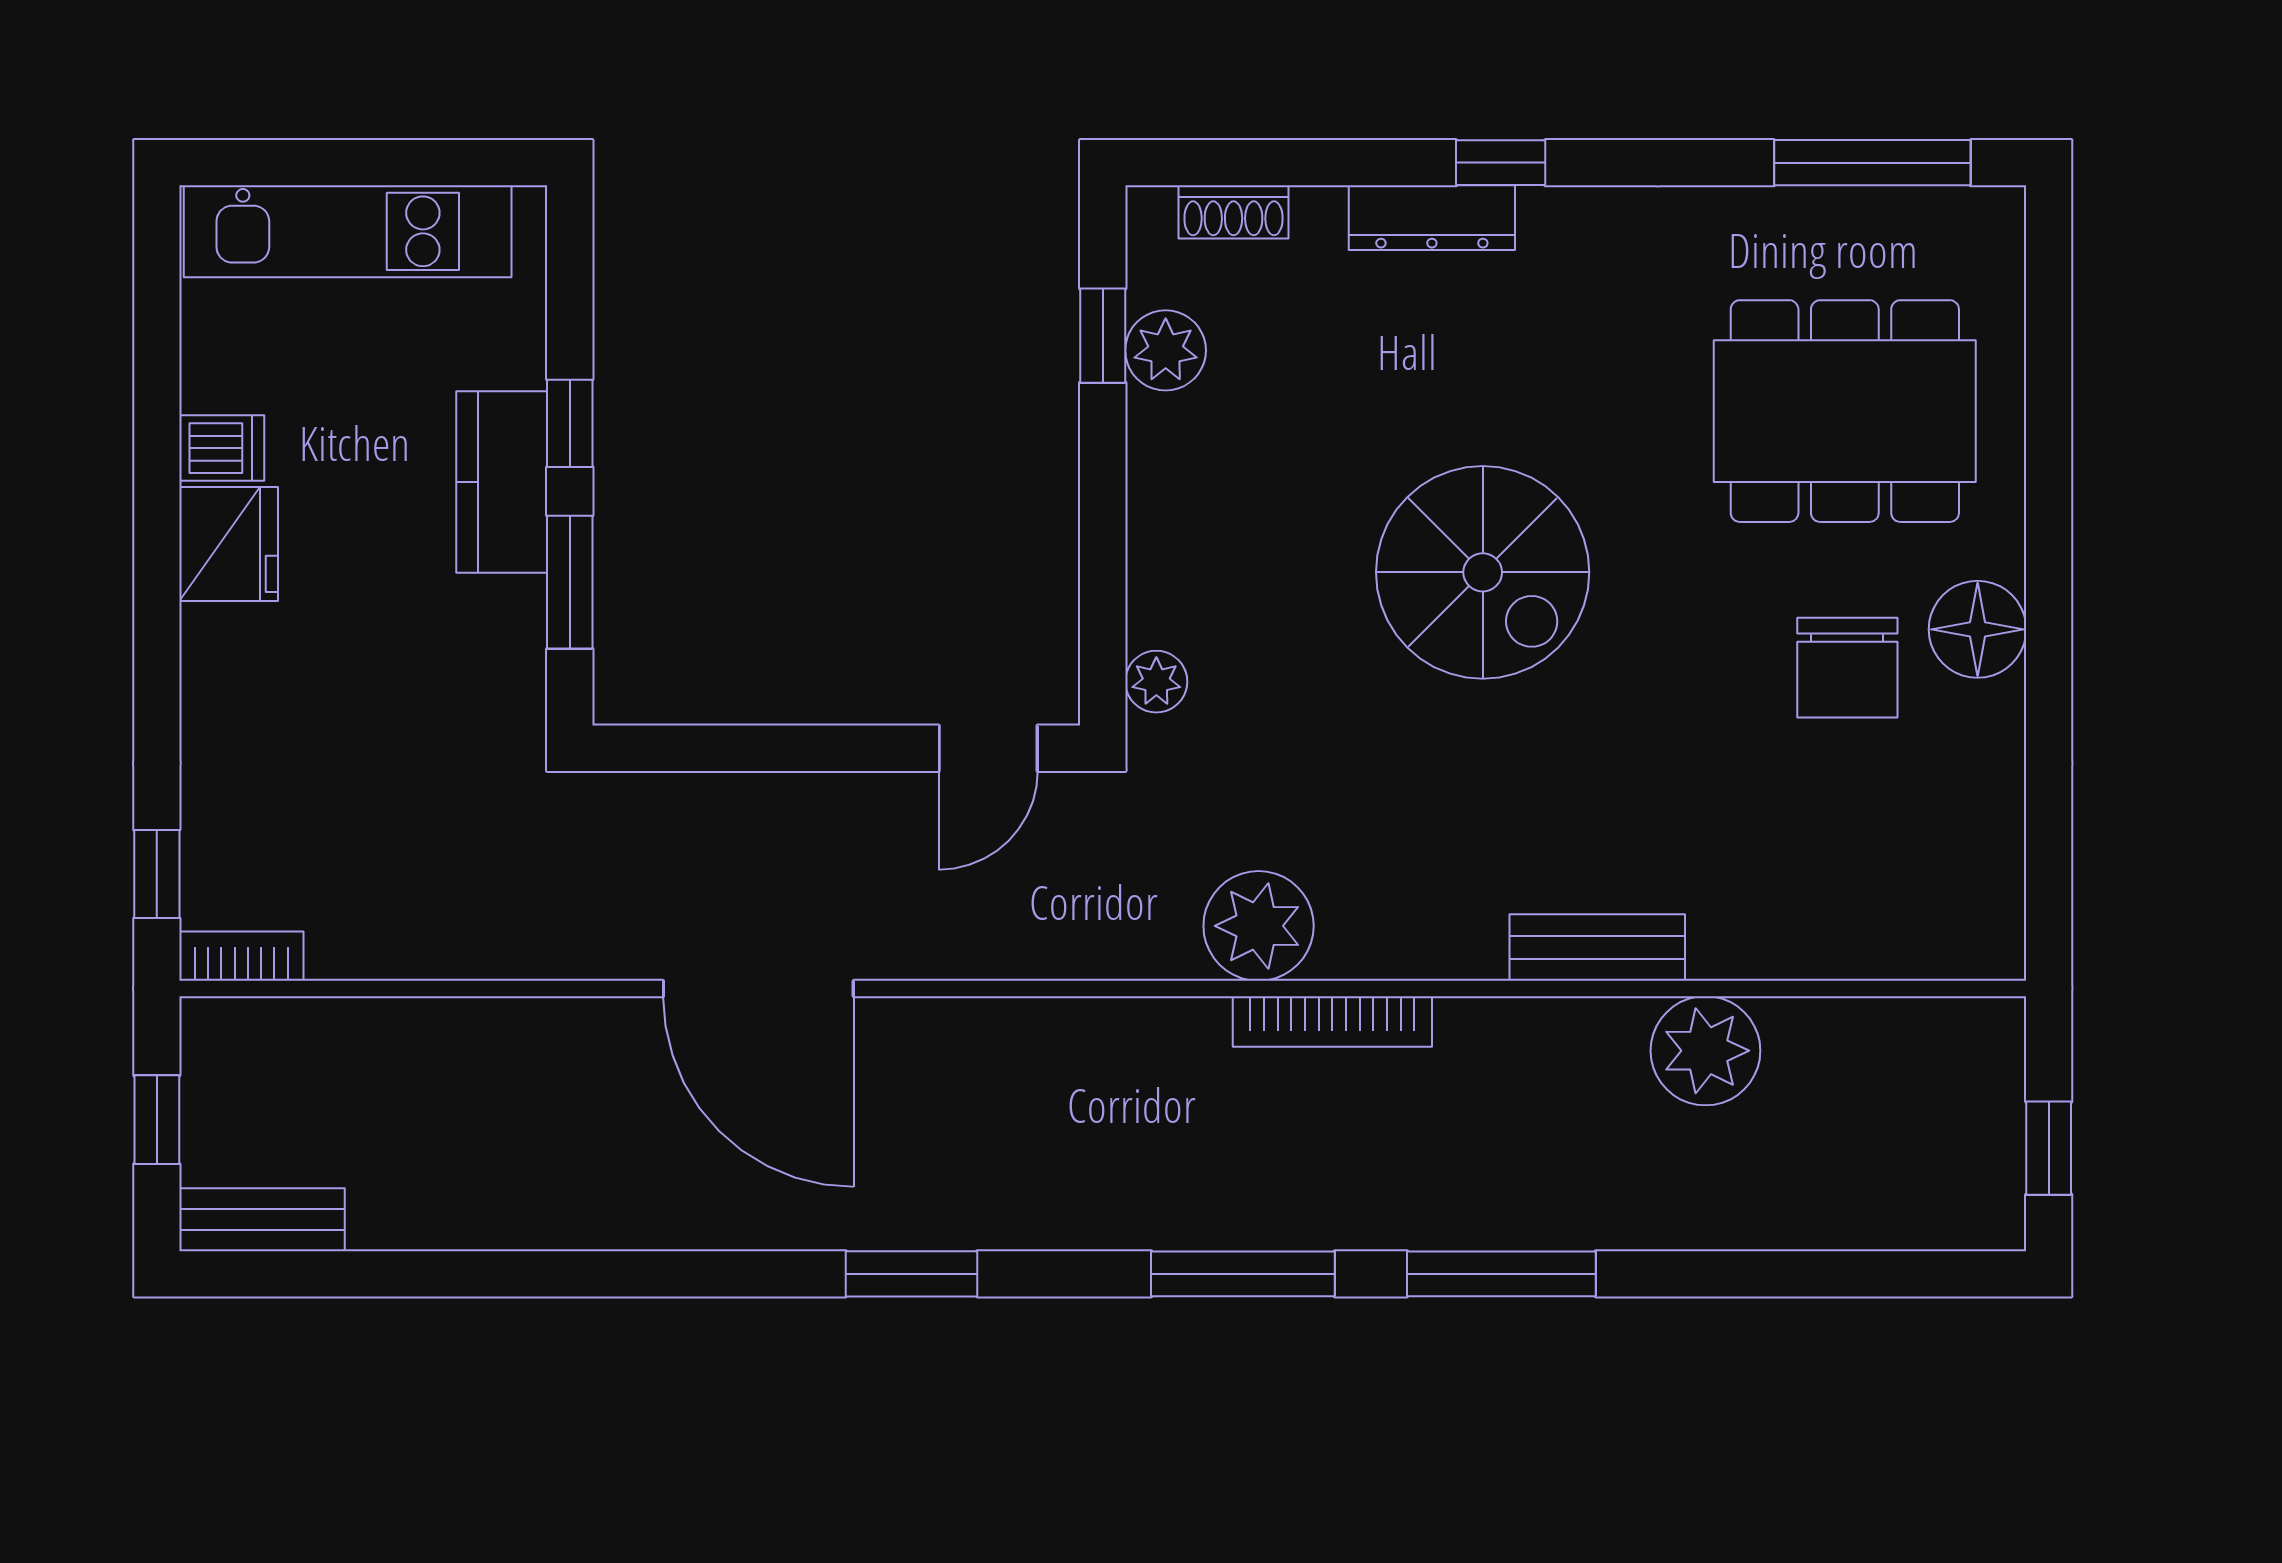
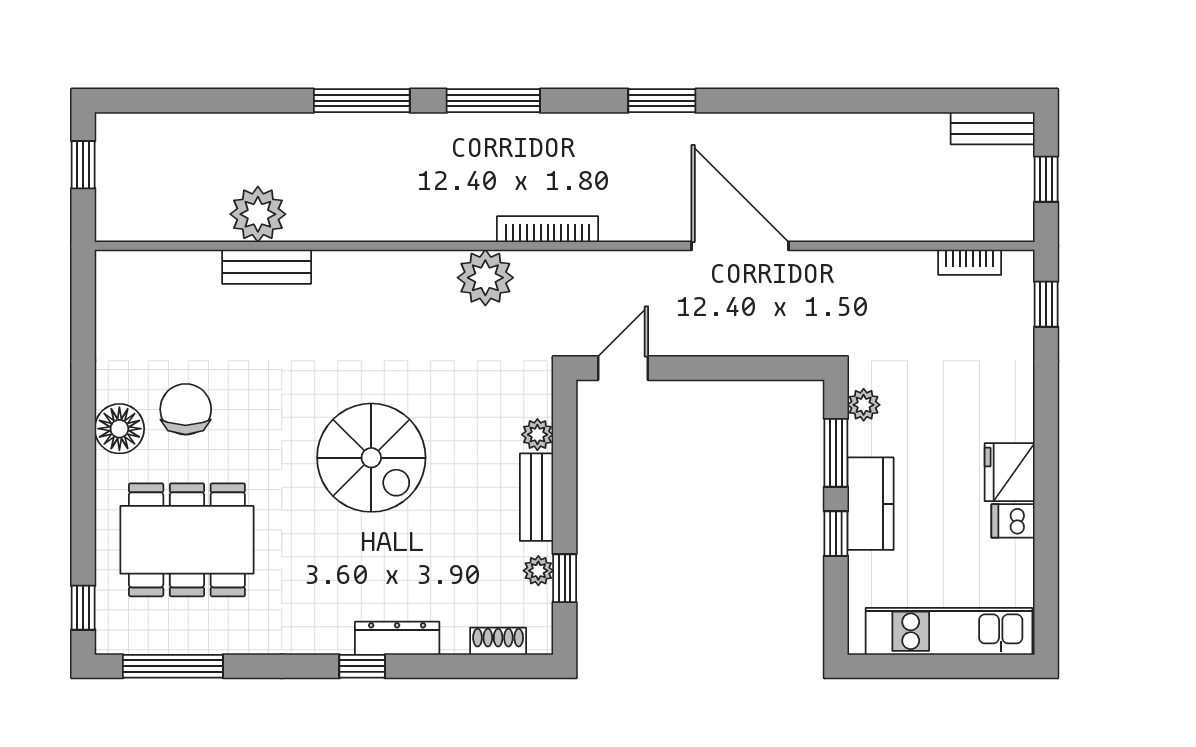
window: (2049, 278) -> (83, 608), added
plant: (1166, 350) -> (538, 571), width x0.73, depth x0.73
bench: (1158, 495) -> (536, 497), added
spiral stairs: (1483, 572) -> (371, 458), turned 180
plant: (515, 676) -> (864, 405), added
plant: (1156, 682) -> (537, 435), moved
bench: (1597, 948) -> (267, 267), moved
bookcase: (241, 956) -> (970, 262), moved
bookcase: (1332, 1021) -> (548, 229), moved

